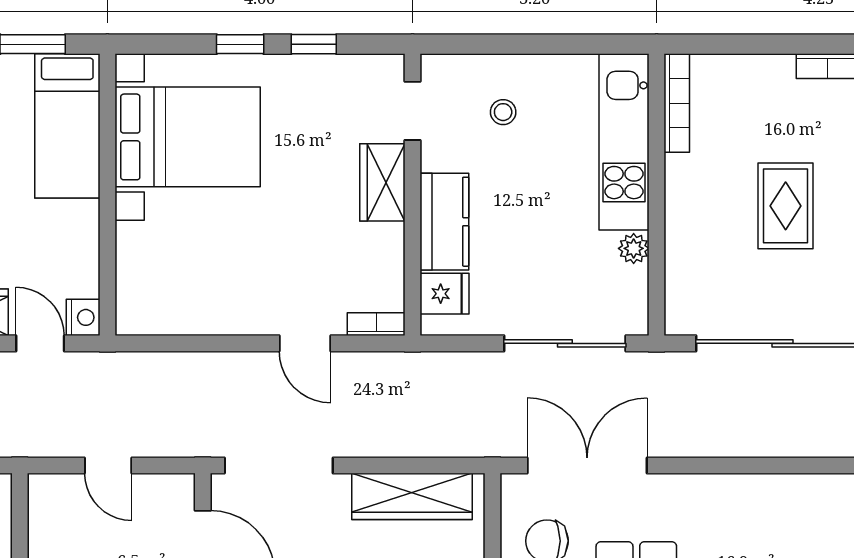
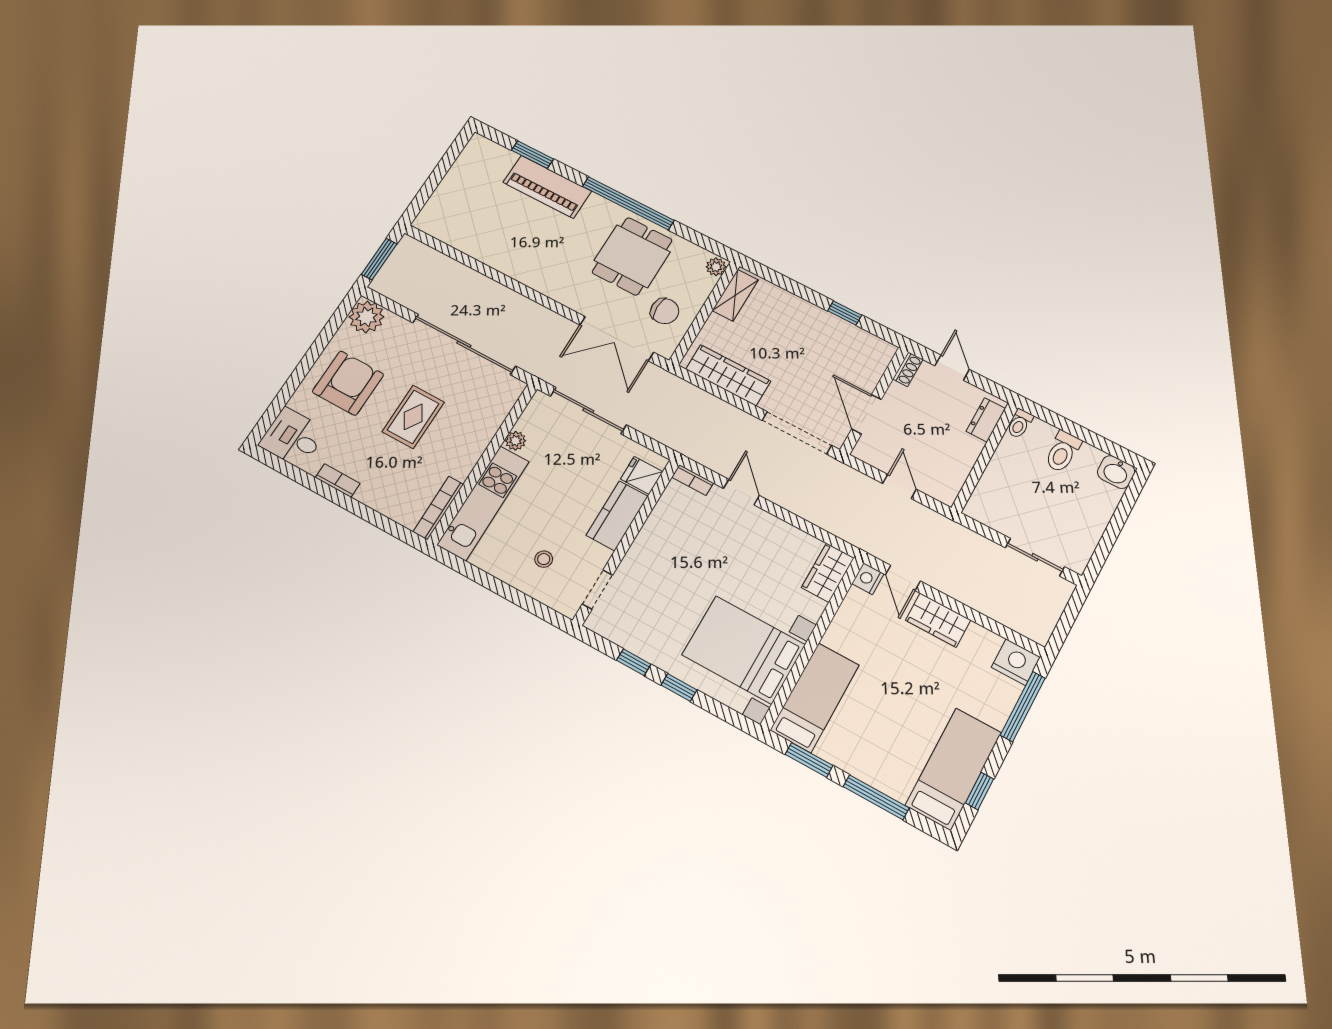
wardrobe: (382, 182) -> (828, 573), moved, turned 180

